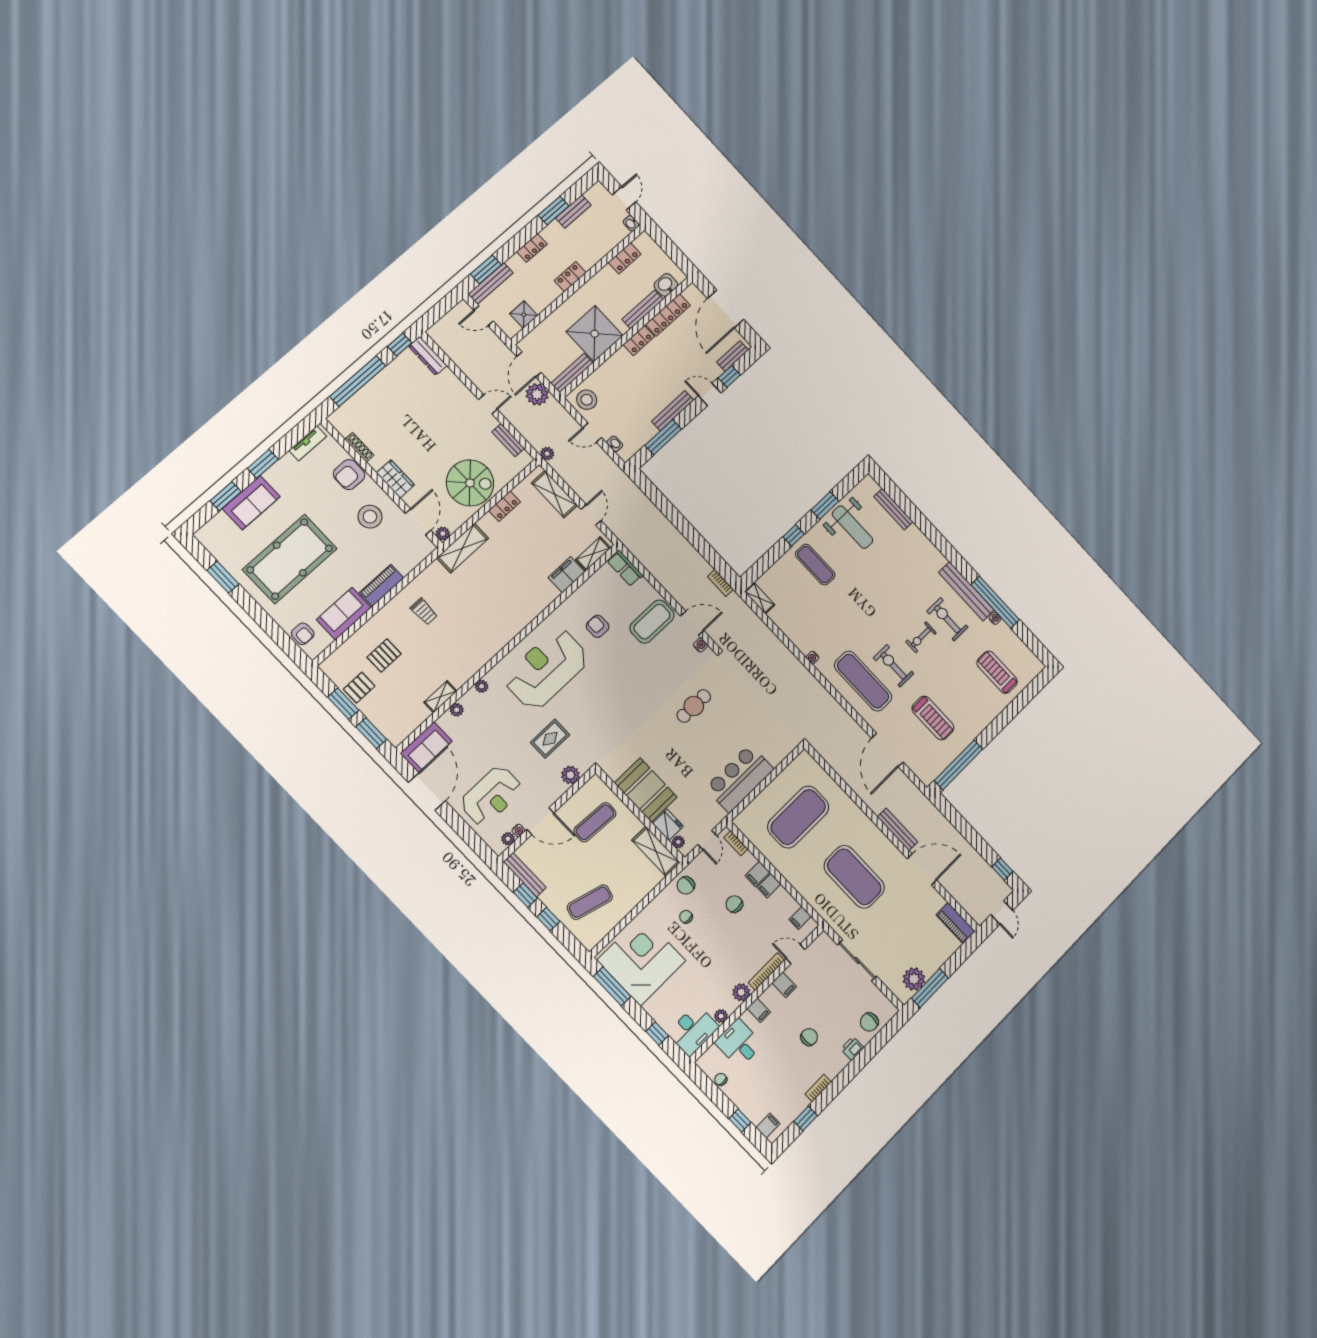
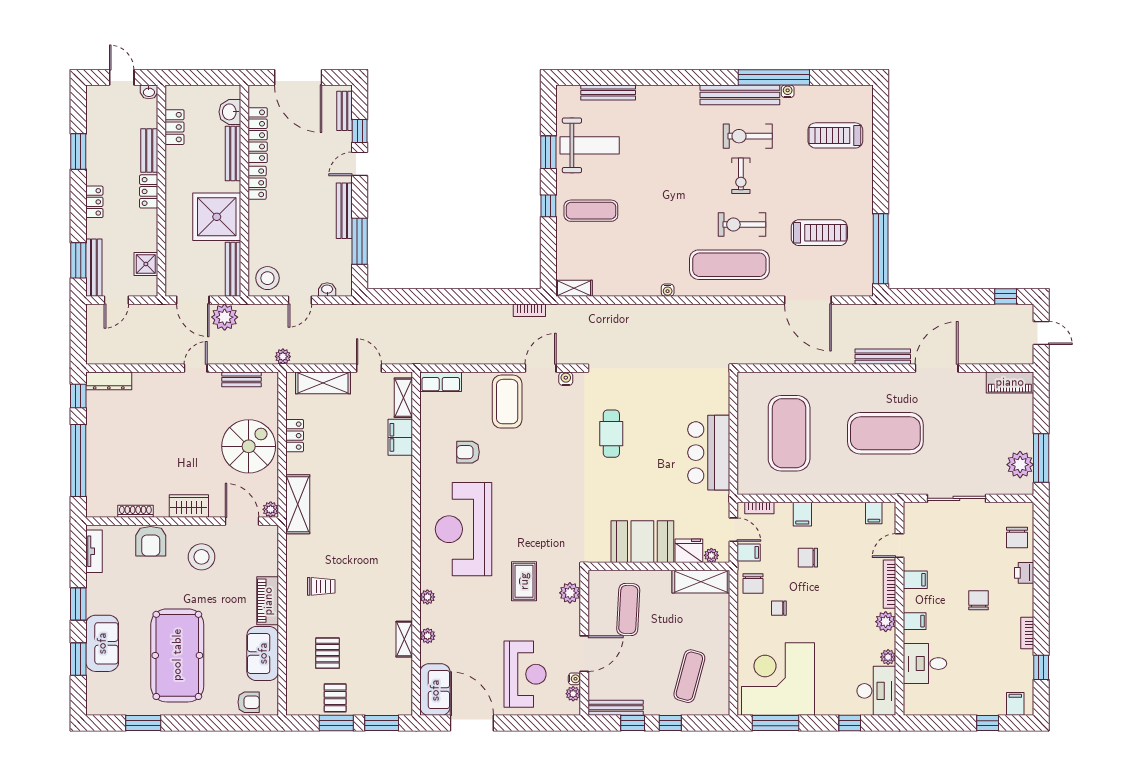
bench: (573, 212) -> (149, 150), moved
filing cabinet: (769, 886) -> (749, 552), moved, turned -90
chair: (721, 1079) -> (939, 707), removed

